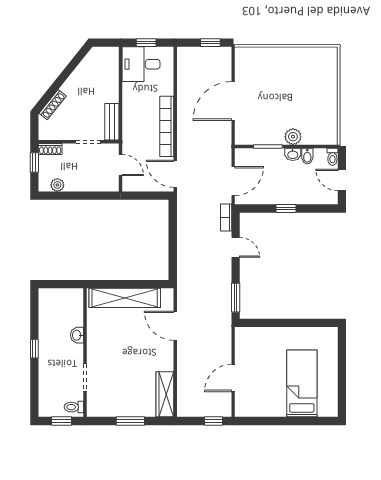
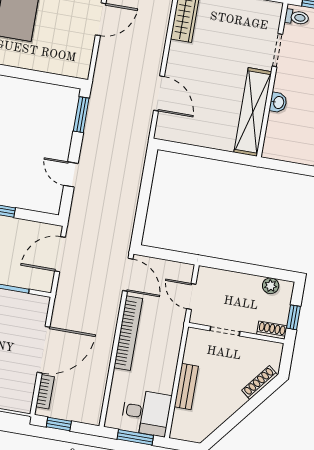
window: (146, 43) -> (135, 437), width x1.50
bench: (112, 122) -> (186, 387), moved
bookcase: (226, 218) -> (45, 392), moved
shelving: (125, 298) -> (253, 112), moved, turned 90

